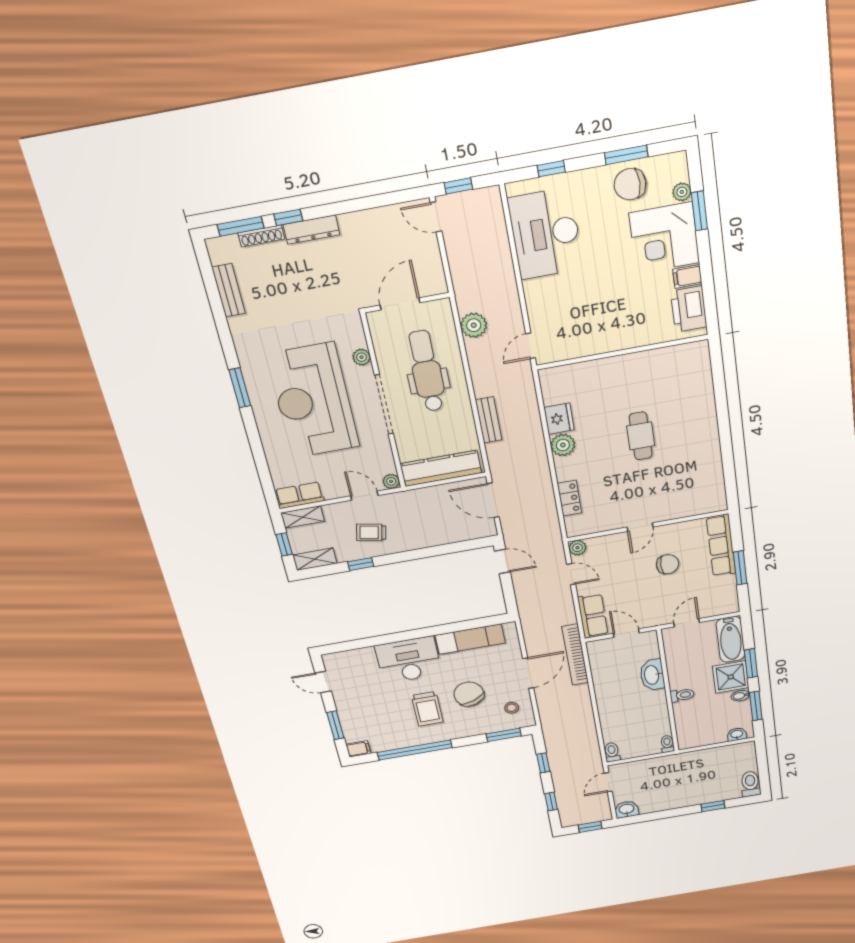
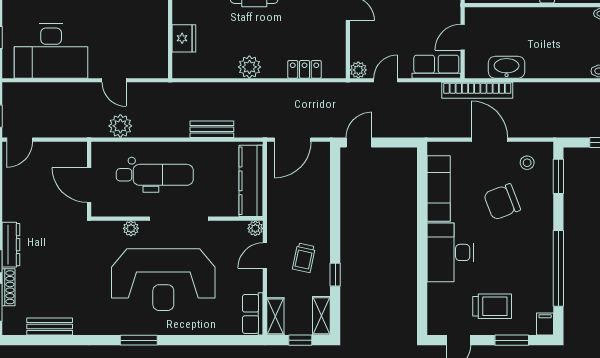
door: (530, 346) -> (114, 80), moved
dental chair: (427, 371) -> (155, 175), turned 180
fridge: (559, 419) -> (184, 38), moved, turned 90
washbasin: (652, 675) -> (507, 67), moved, turned 180
trolley: (427, 709) -> (492, 306), moved

